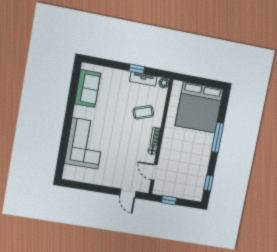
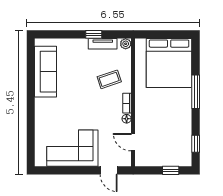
sofa: (88, 88) -> (46, 72), width x1.36
corner sofa: (85, 143) -> (72, 148), moved, turned -90
window: (169, 200) -> (171, 170), moved

